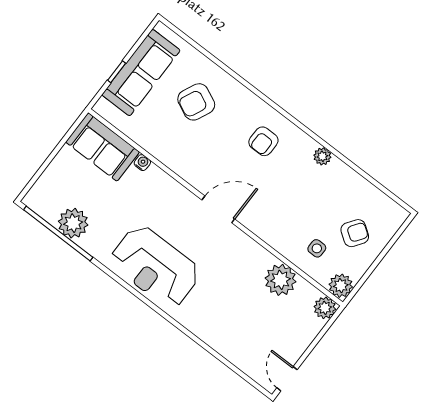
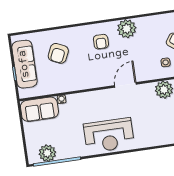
plant: (322, 156) -> (127, 29), width x1.88, depth x1.88
door: (218, 209) -> (125, 85), moved
plant: (73, 223) -> (47, 153), moved

